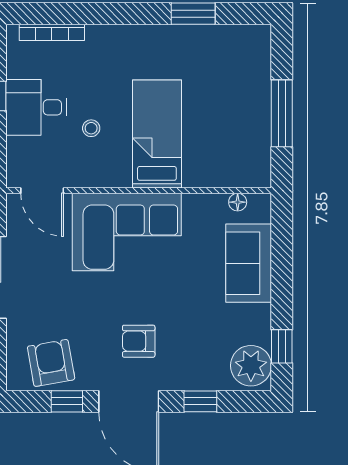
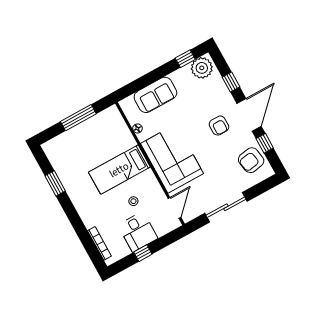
floor lamp: (238, 202) -> (137, 128), moved

